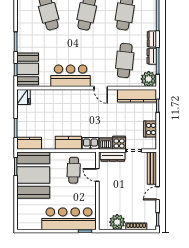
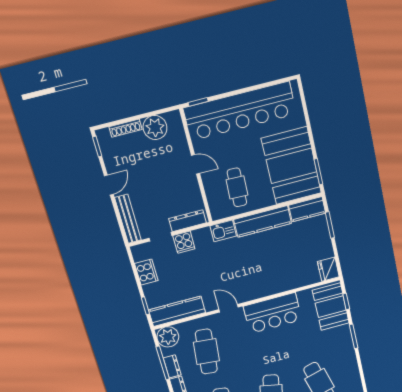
kitchen counter: (68, 143) -> (263, 221), width x1.50
dishwasher: (106, 143) -> (202, 236), removed
door: (97, 175) -> (196, 164), moved
bar counter: (69, 219) -> (240, 111), width x1.36

